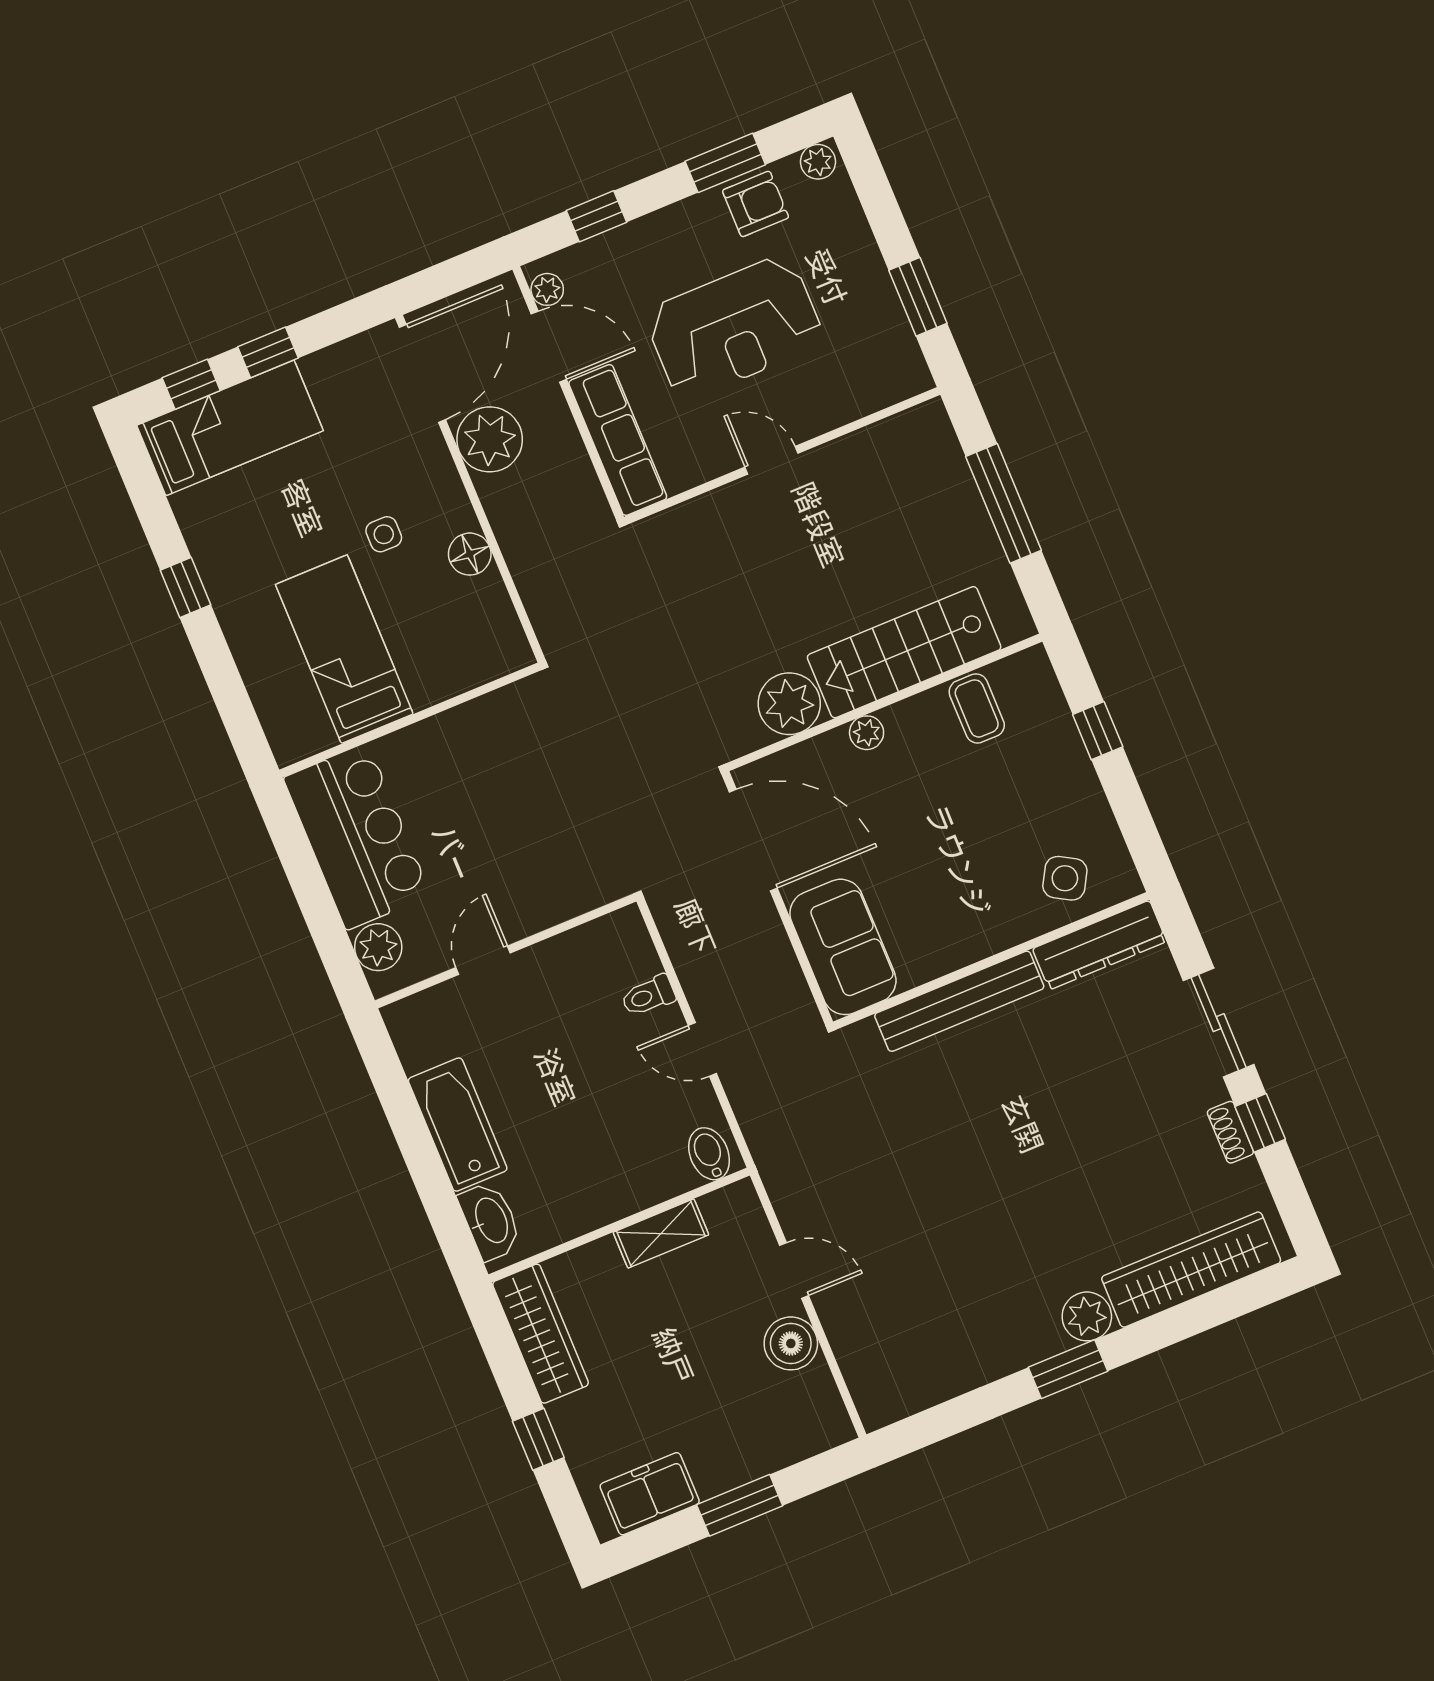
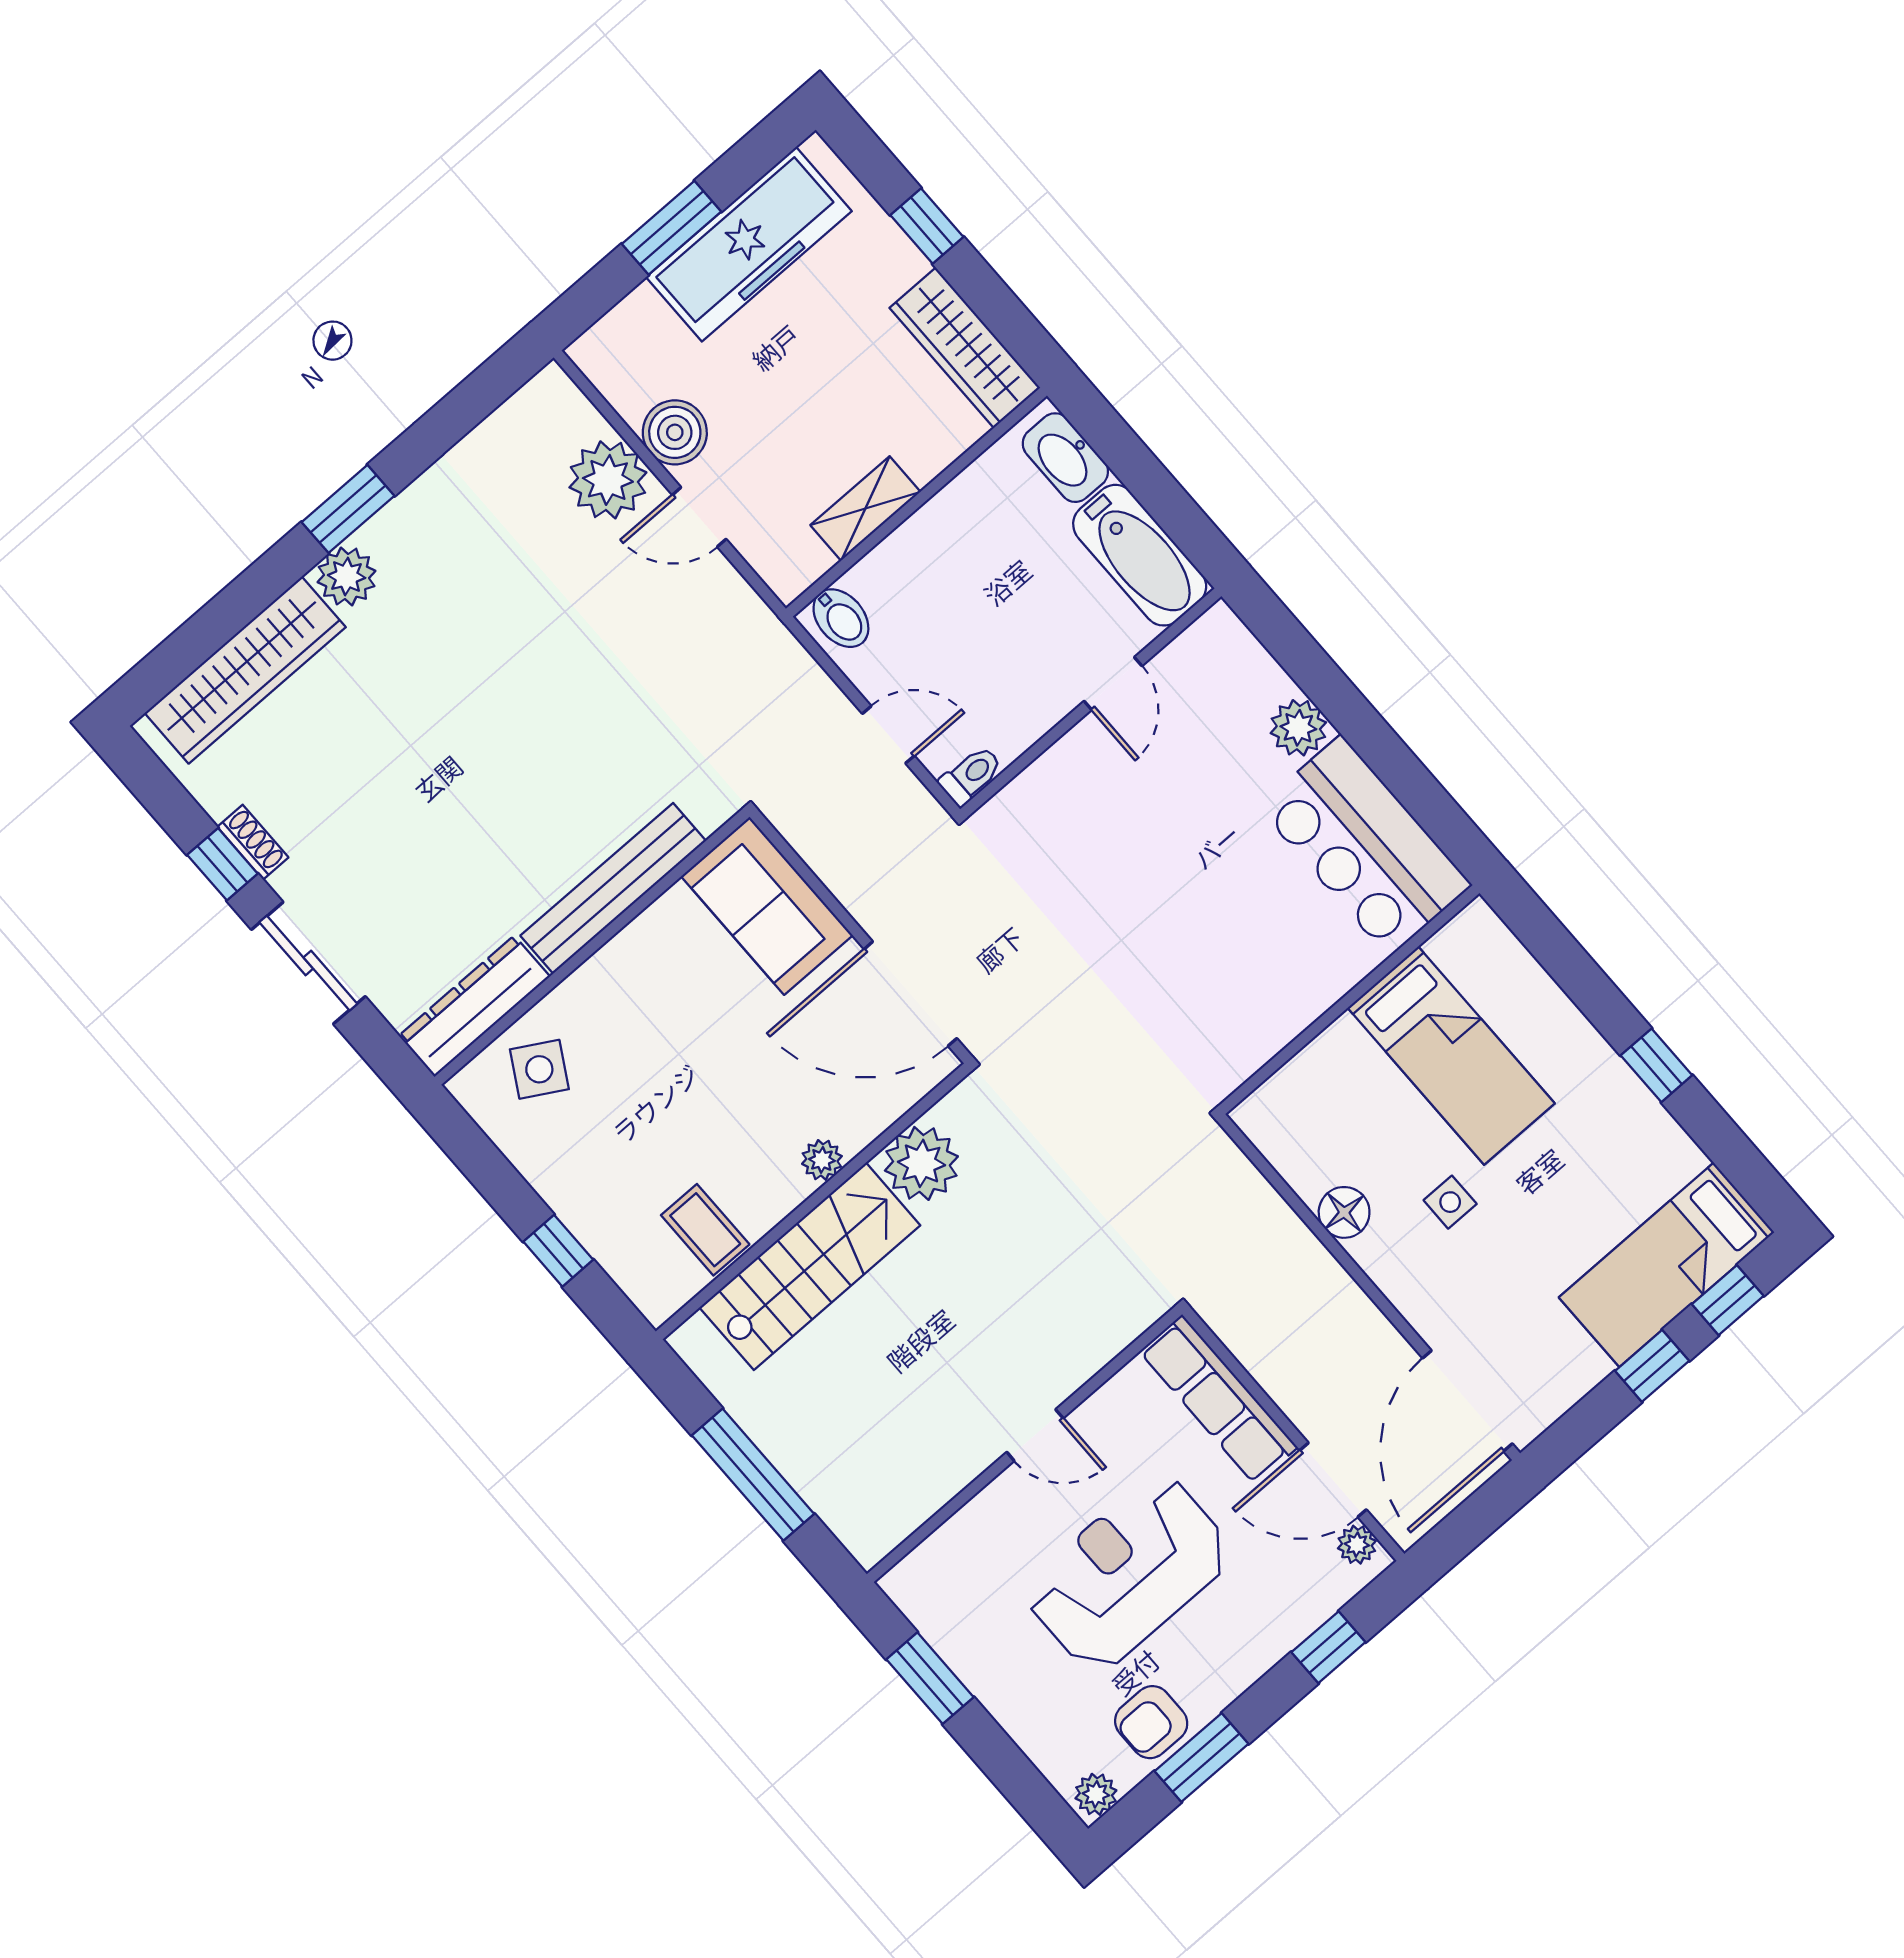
plant: (490, 439) -> (608, 480), moved
wall: (506, 951) -> (1091, 703), moved
door: (483, 960) -> (1113, 683), moved
freezer: (650, 1494) -> (749, 244), width x1.91, depth x1.26

